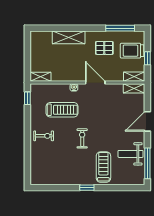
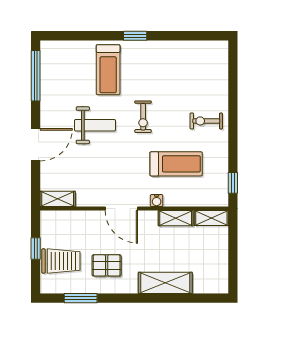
window: (120, 28) -> (81, 298), width x0.69
shelving: (134, 77) -> (176, 218), moved
treadmill: (62, 110) -> (176, 164), turned 180
weight bench: (131, 154) -> (95, 125), moved

